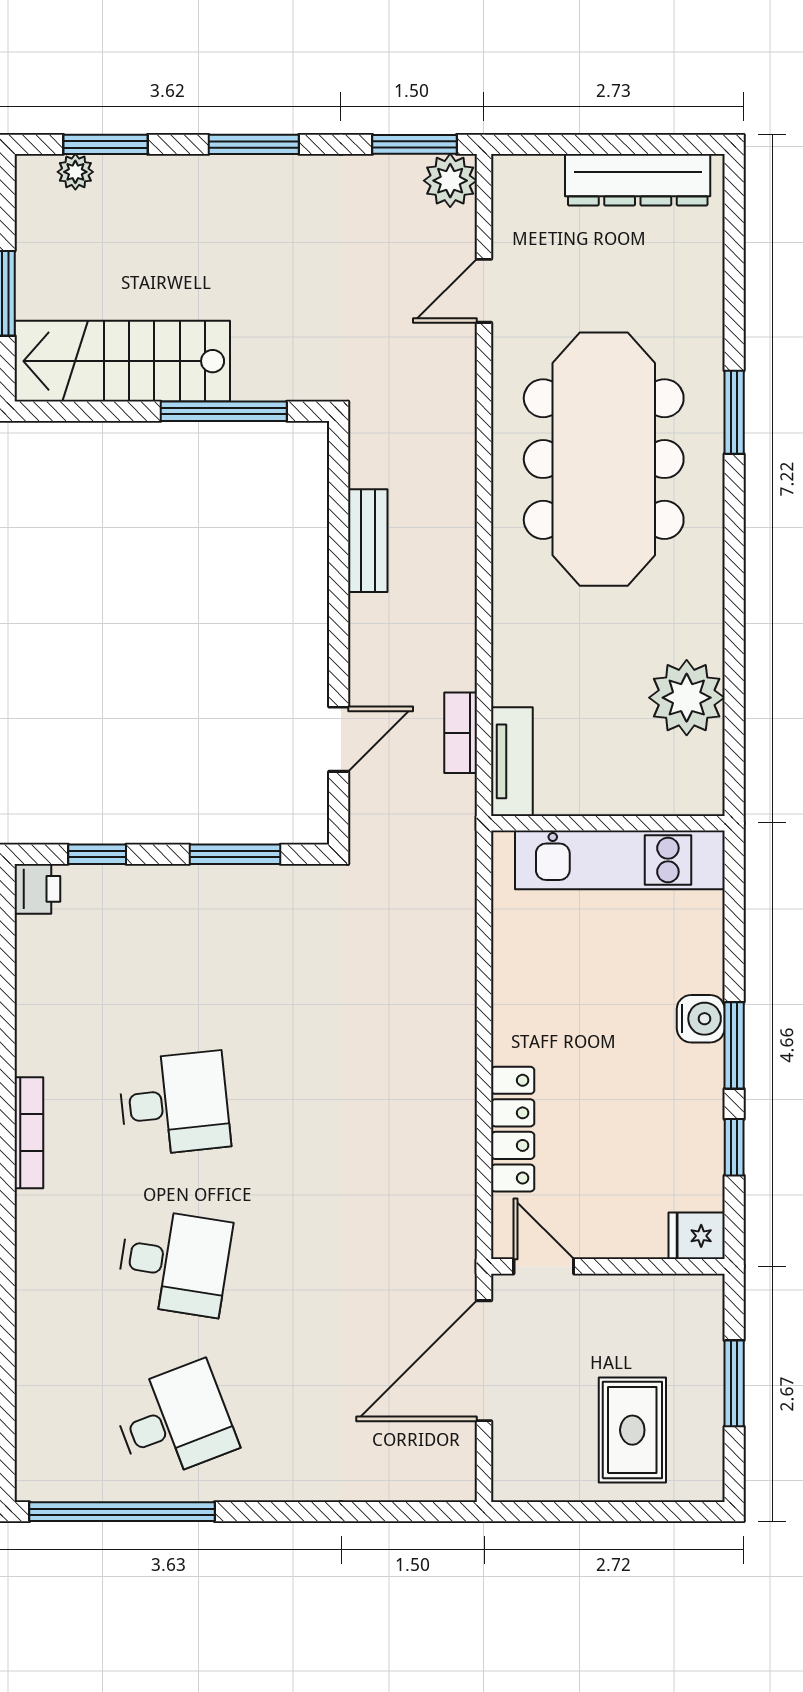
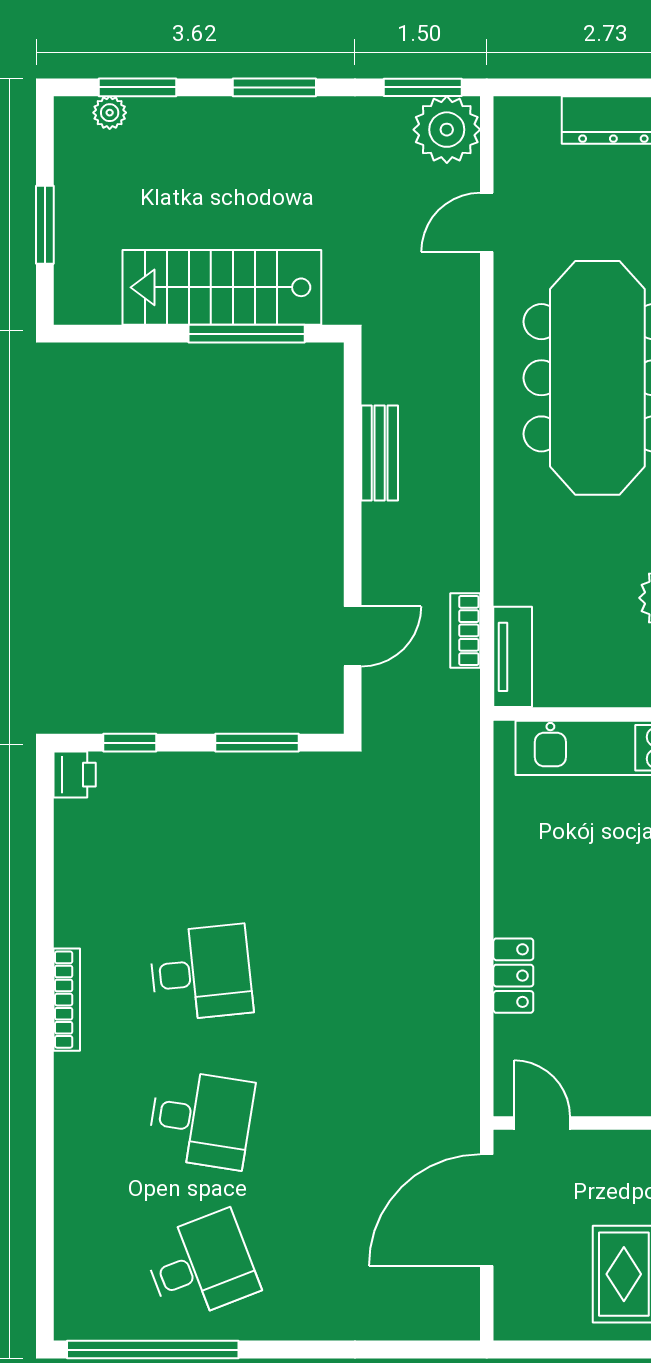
plant: (450, 181) -> (447, 130), width x1.36, depth x1.36
stairs: (122, 361) -> (222, 287), moved
locker: (513, 1129) -> (513, 976), width x0.66

